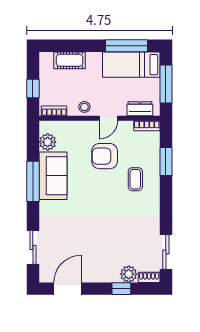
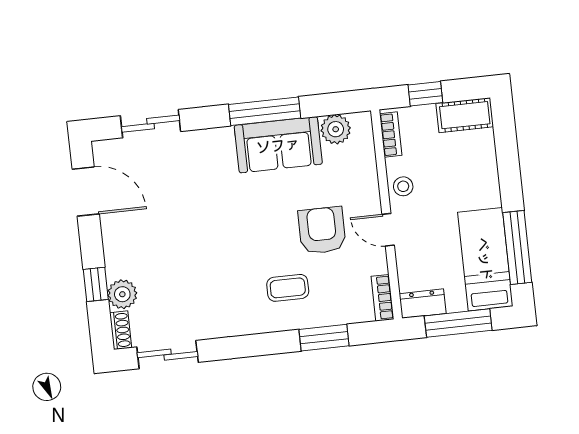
cot: (70, 60) -> (465, 115), moved, turned 90
dresser: (140, 109) -> (423, 304), moved, turned -90

